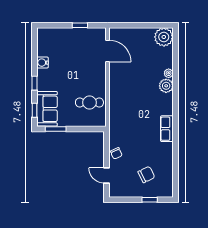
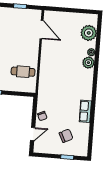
plant: (164, 37) -> (89, 33), moved
row of seats: (167, 129) -> (85, 111), moved
door: (107, 175) -> (33, 134), swing flipped

